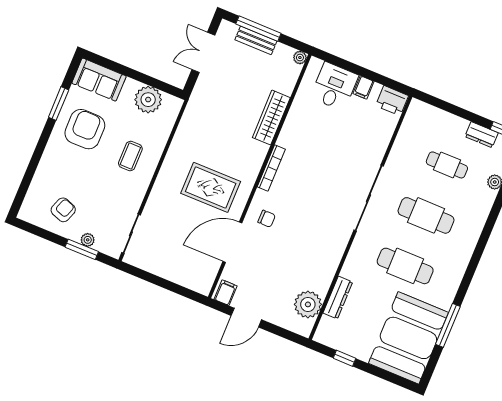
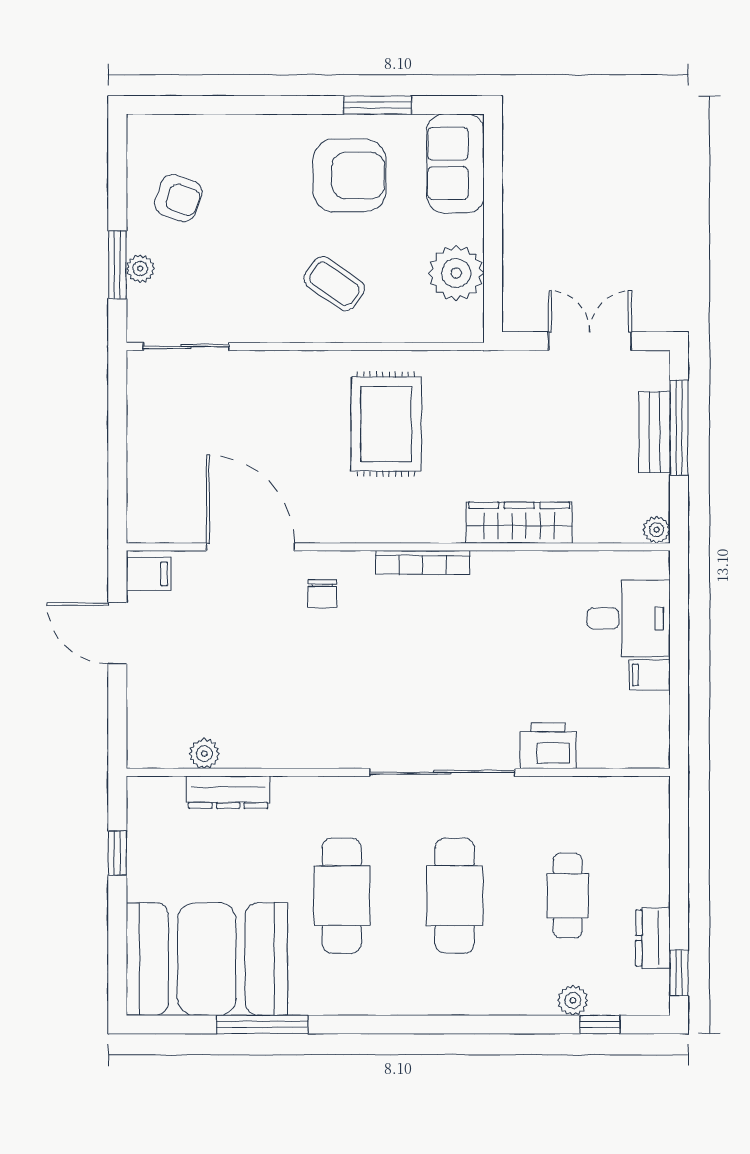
printer: (392, 101) -> (548, 746), moved, turned 90
coffee table: (130, 156) -> (334, 284), turned 35
rug: (211, 187) -> (386, 424), moved
plant: (308, 304) -> (204, 754), width x0.53, depth x0.53

